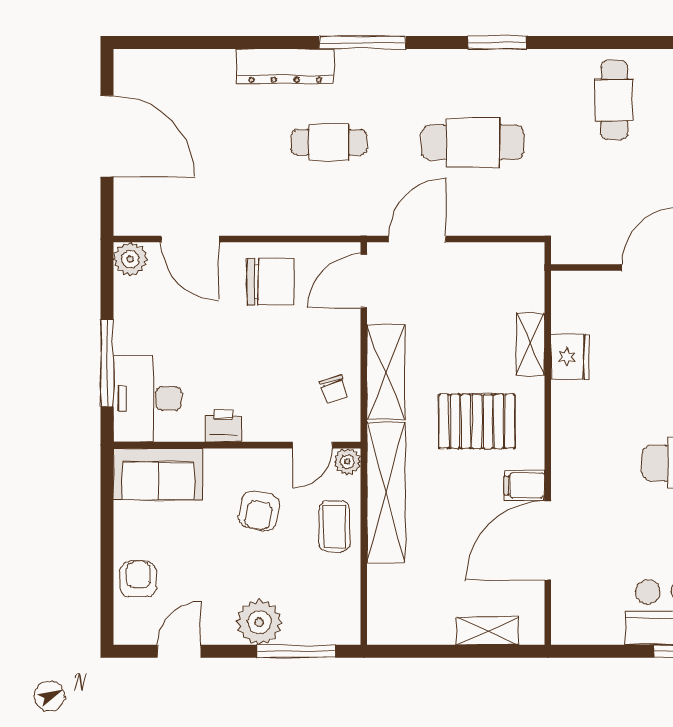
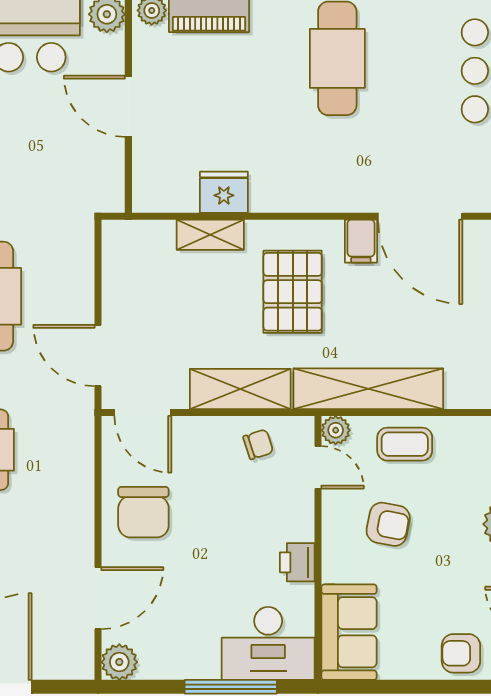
chair: (270, 282) -> (143, 512), turned 180

